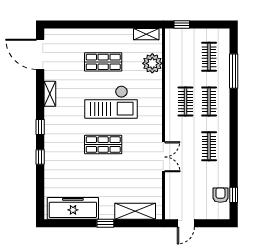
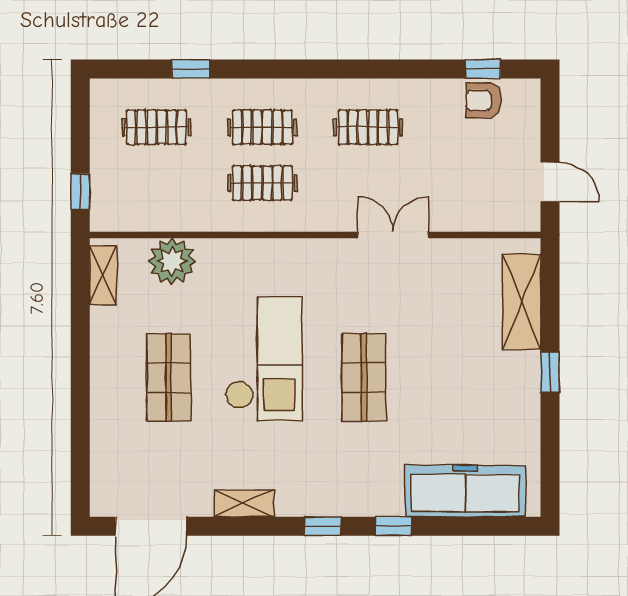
window: (234, 71) -> (191, 69), width x0.46
freezer: (73, 208) -> (465, 491), moved, turned 90

